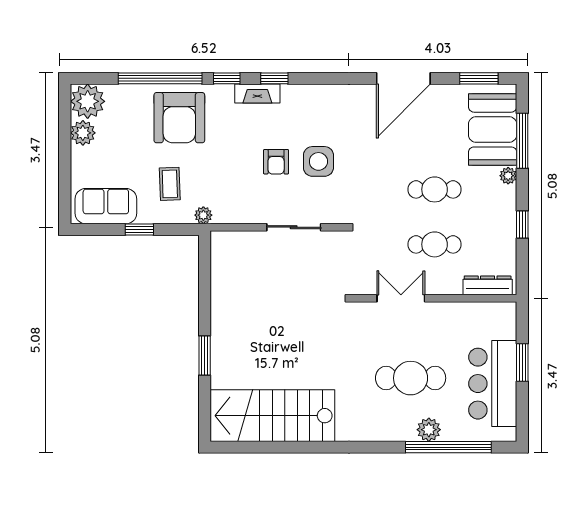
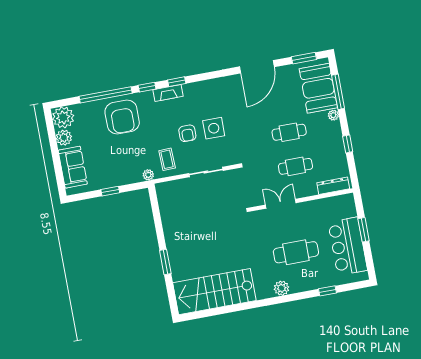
coffee table: (170, 184) -> (167, 159), moved
sofa: (106, 206) -> (73, 167), moved, turned 90
plant: (429, 430) -> (282, 288), moved
window: (448, 447) -> (327, 291), width x0.32

